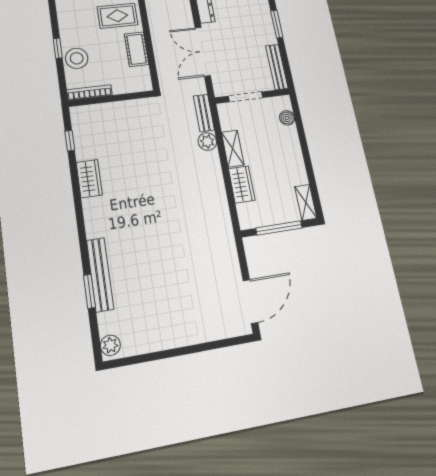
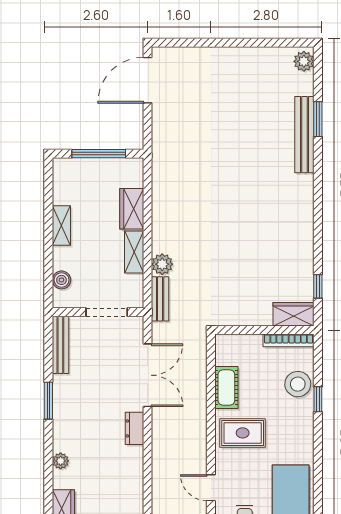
wardrobe: (89, 179) -> (294, 314), moved, turned 90
shelving: (306, 202) -> (61, 226), moved

